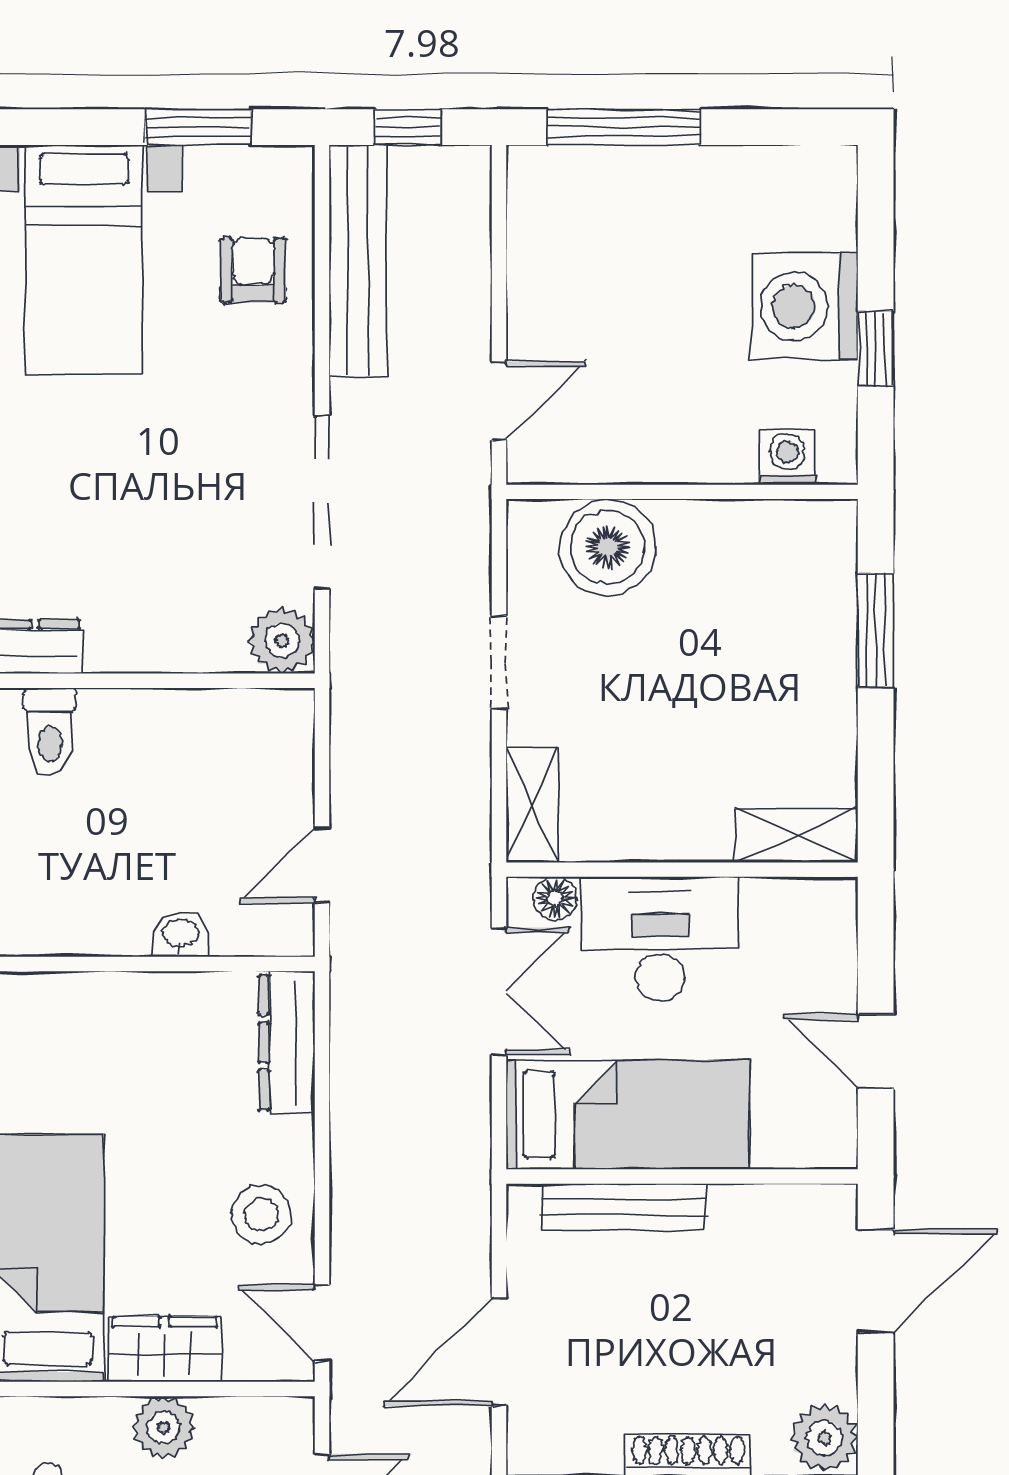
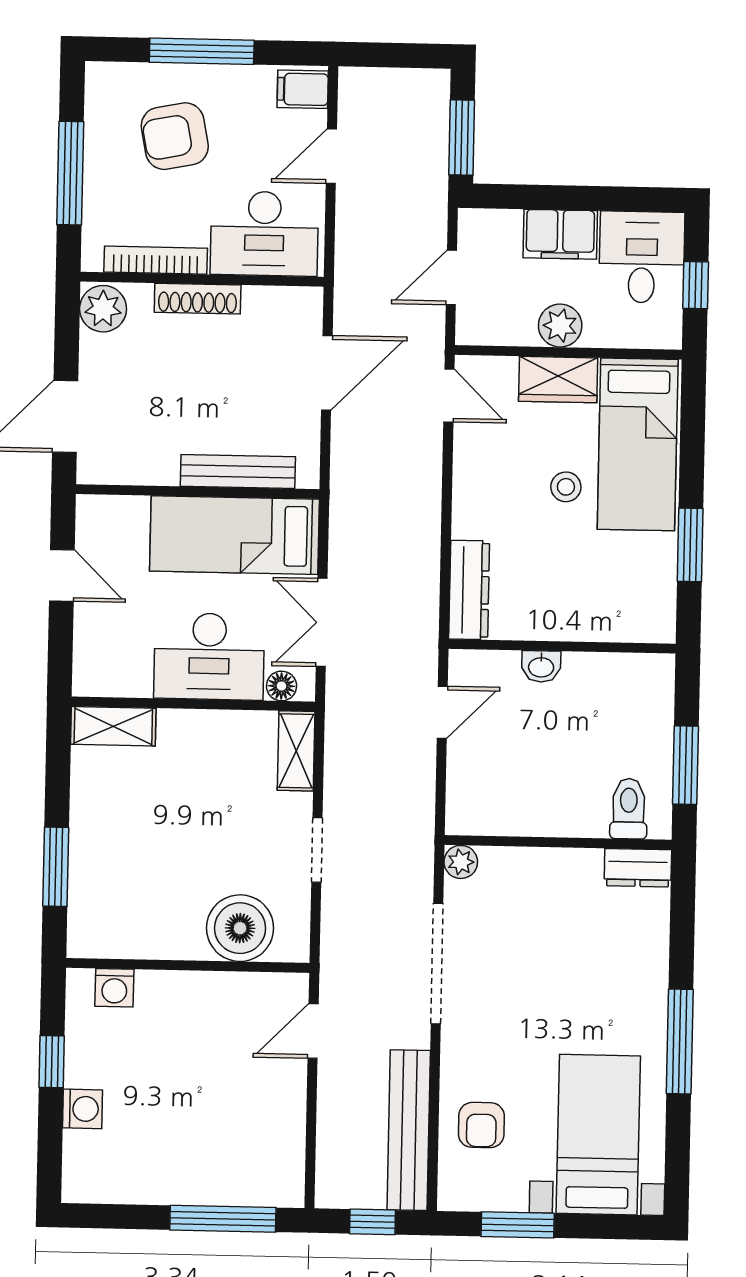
washing machine: (805, 306) -> (82, 1109), width x0.53, depth x0.53
plant: (282, 640) -> (461, 862), width x0.73, depth x0.73
stool: (261, 1215) -> (566, 487), moved, width x0.73, depth x0.73

